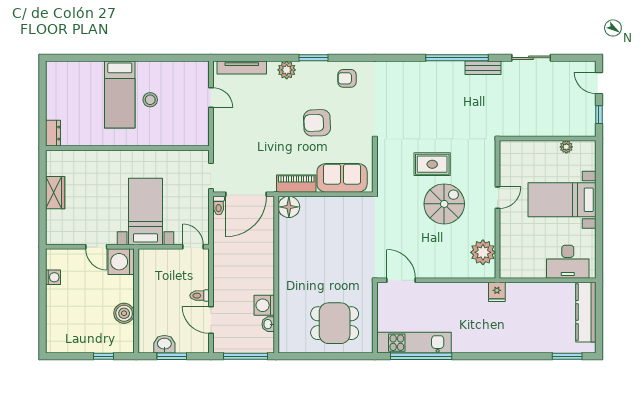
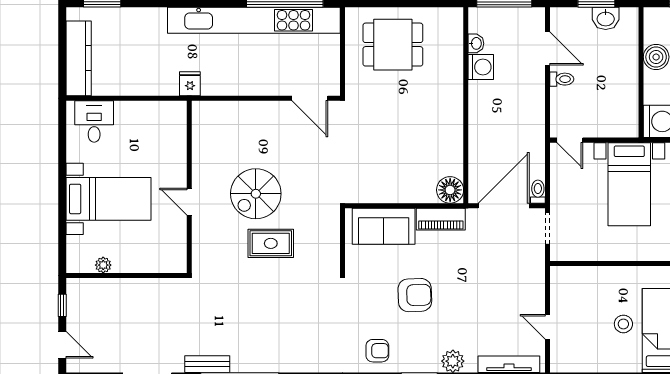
door: (497, 198) -> (189, 202), hinge flipped
plant: (483, 252) -> (207, 133), removed
desk: (568, 262) -> (94, 122), width x0.73
kitchen unit: (414, 343) -> (254, 20), width x1.86

